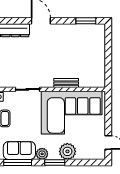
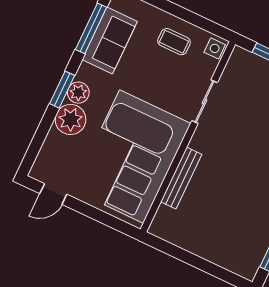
bench: (66, 83) -> (181, 178), width x1.36
plant: (42, 154) -> (78, 93), moved

